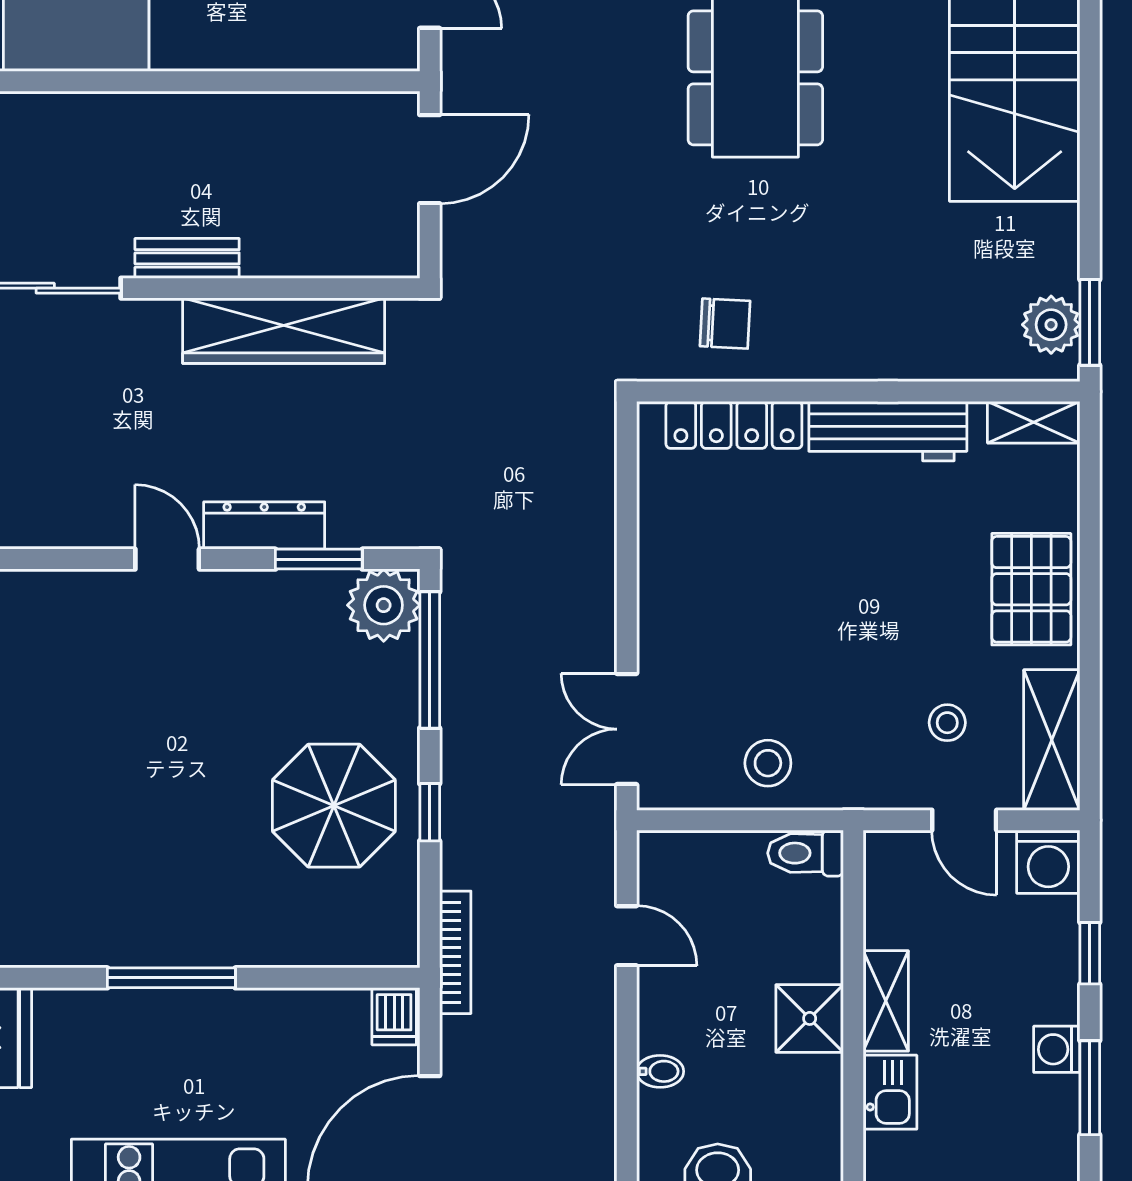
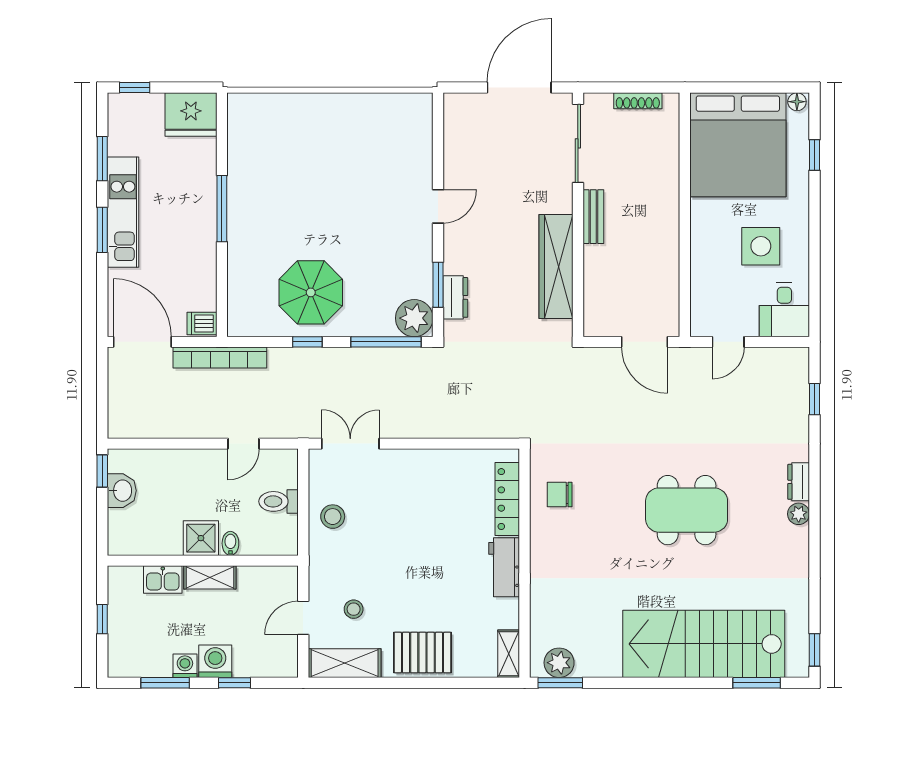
chair: (725, 324) -> (560, 494), turned 87
workbench: (888, 431) -> (504, 567), width x0.73
dresser: (264, 526) -> (455, 297), moved, width x0.70
toilet: (806, 853) -> (279, 501), moved, turned -90
washing machine: (1048, 862) -> (215, 661), moved, turned 90
bookcase: (455, 952) -> (220, 358), width x1.48, depth x1.31
bidet: (660, 1071) -> (230, 543), moved, turned 180

